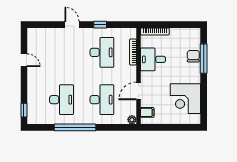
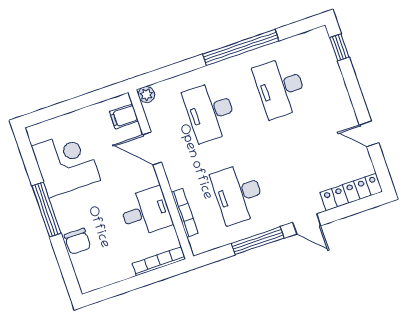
window: (100, 25) -> (258, 241), width x2.17
locker: (43, 33) -> (351, 192), added
window: (204, 59) -> (46, 210), moved
door: (138, 91) -> (152, 148), swing flipped

